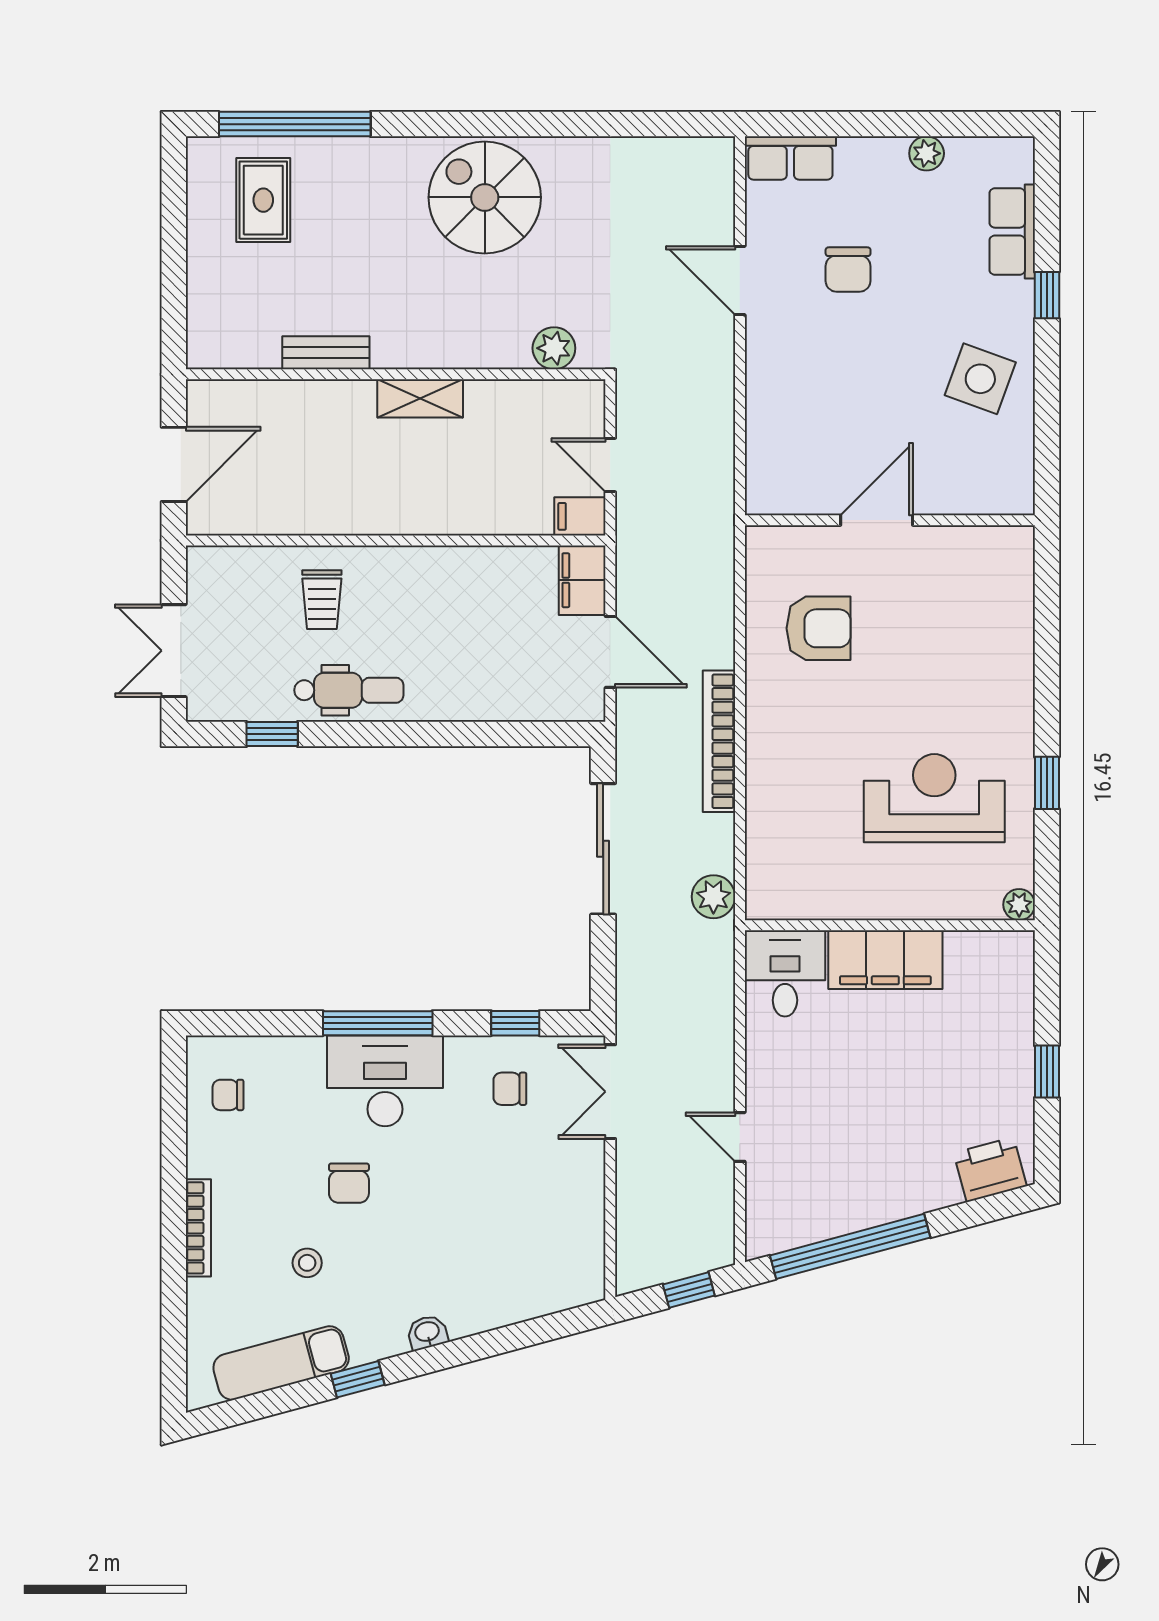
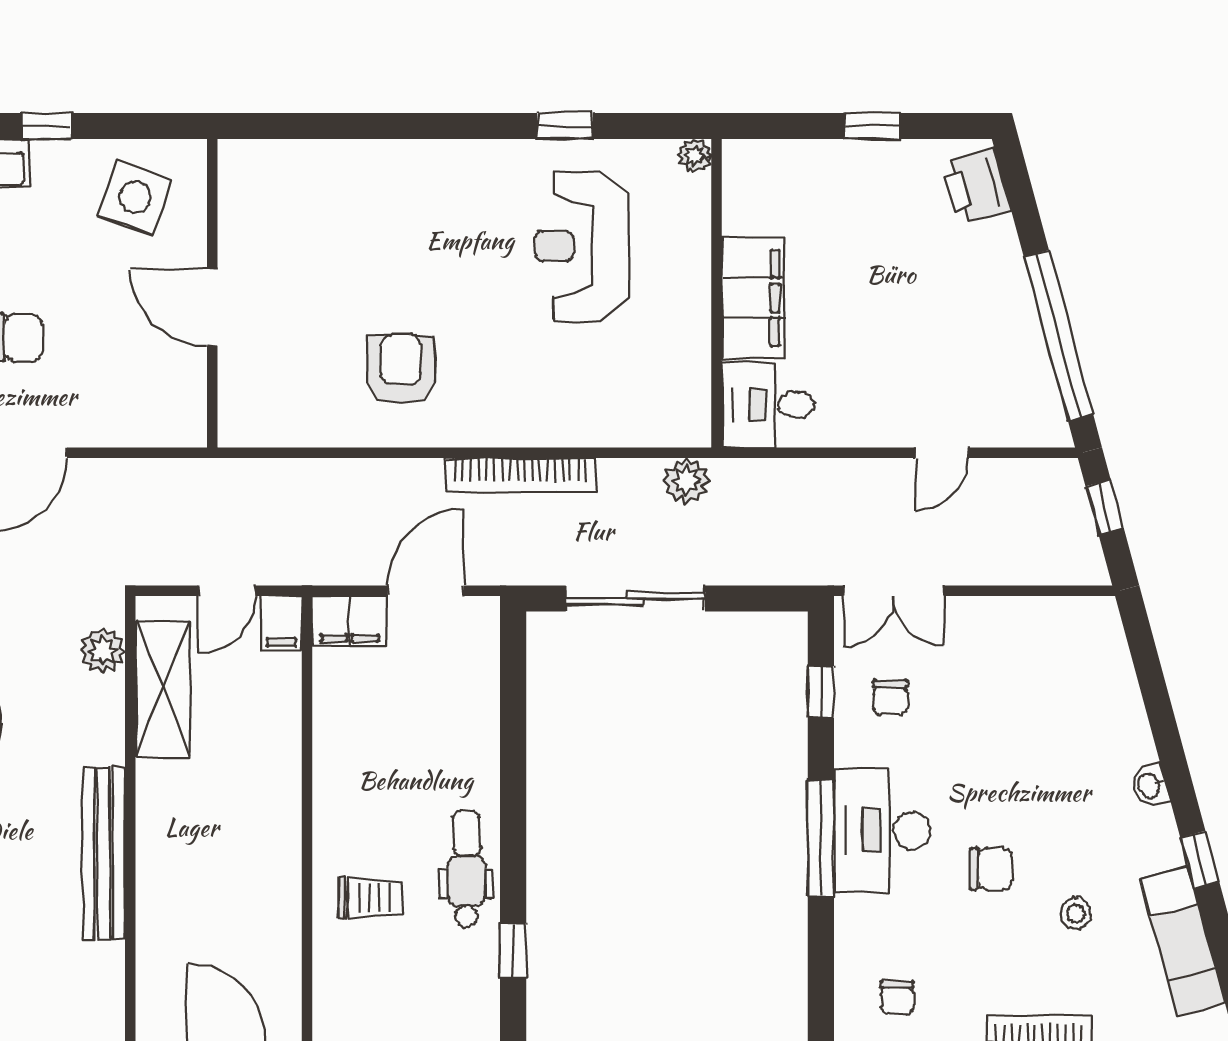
bench: (326, 353) -> (104, 853), width x1.86, depth x1.21
shelving: (420, 398) -> (163, 689), moved, width x1.50, depth x1.33
door: (877, 520) -> (212, 307), moved
wall: (890, 520) -> (212, 293), moved

